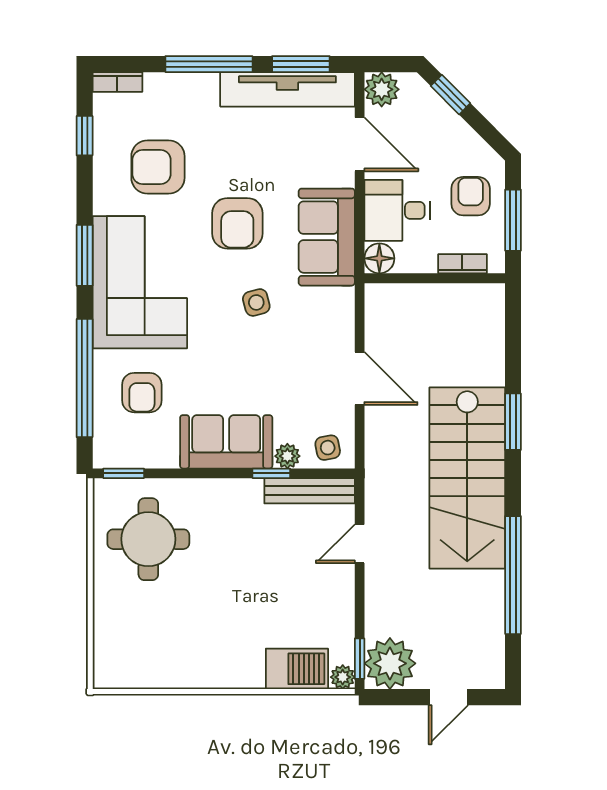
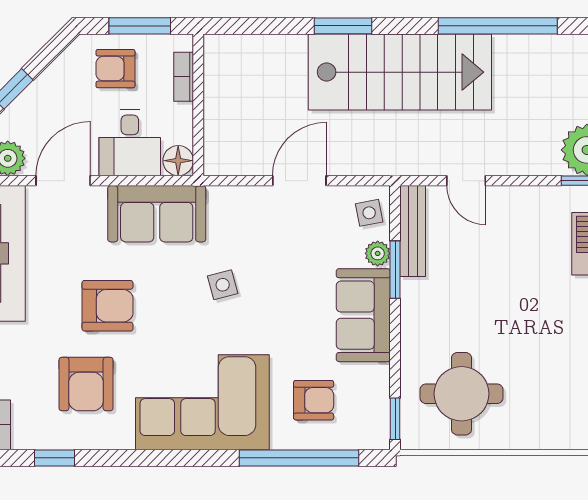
armchair: (237, 223) -> (108, 306), moved
window: (85, 255) -> (175, 458), removed
window: (271, 473) -> (395, 270), width x1.50

